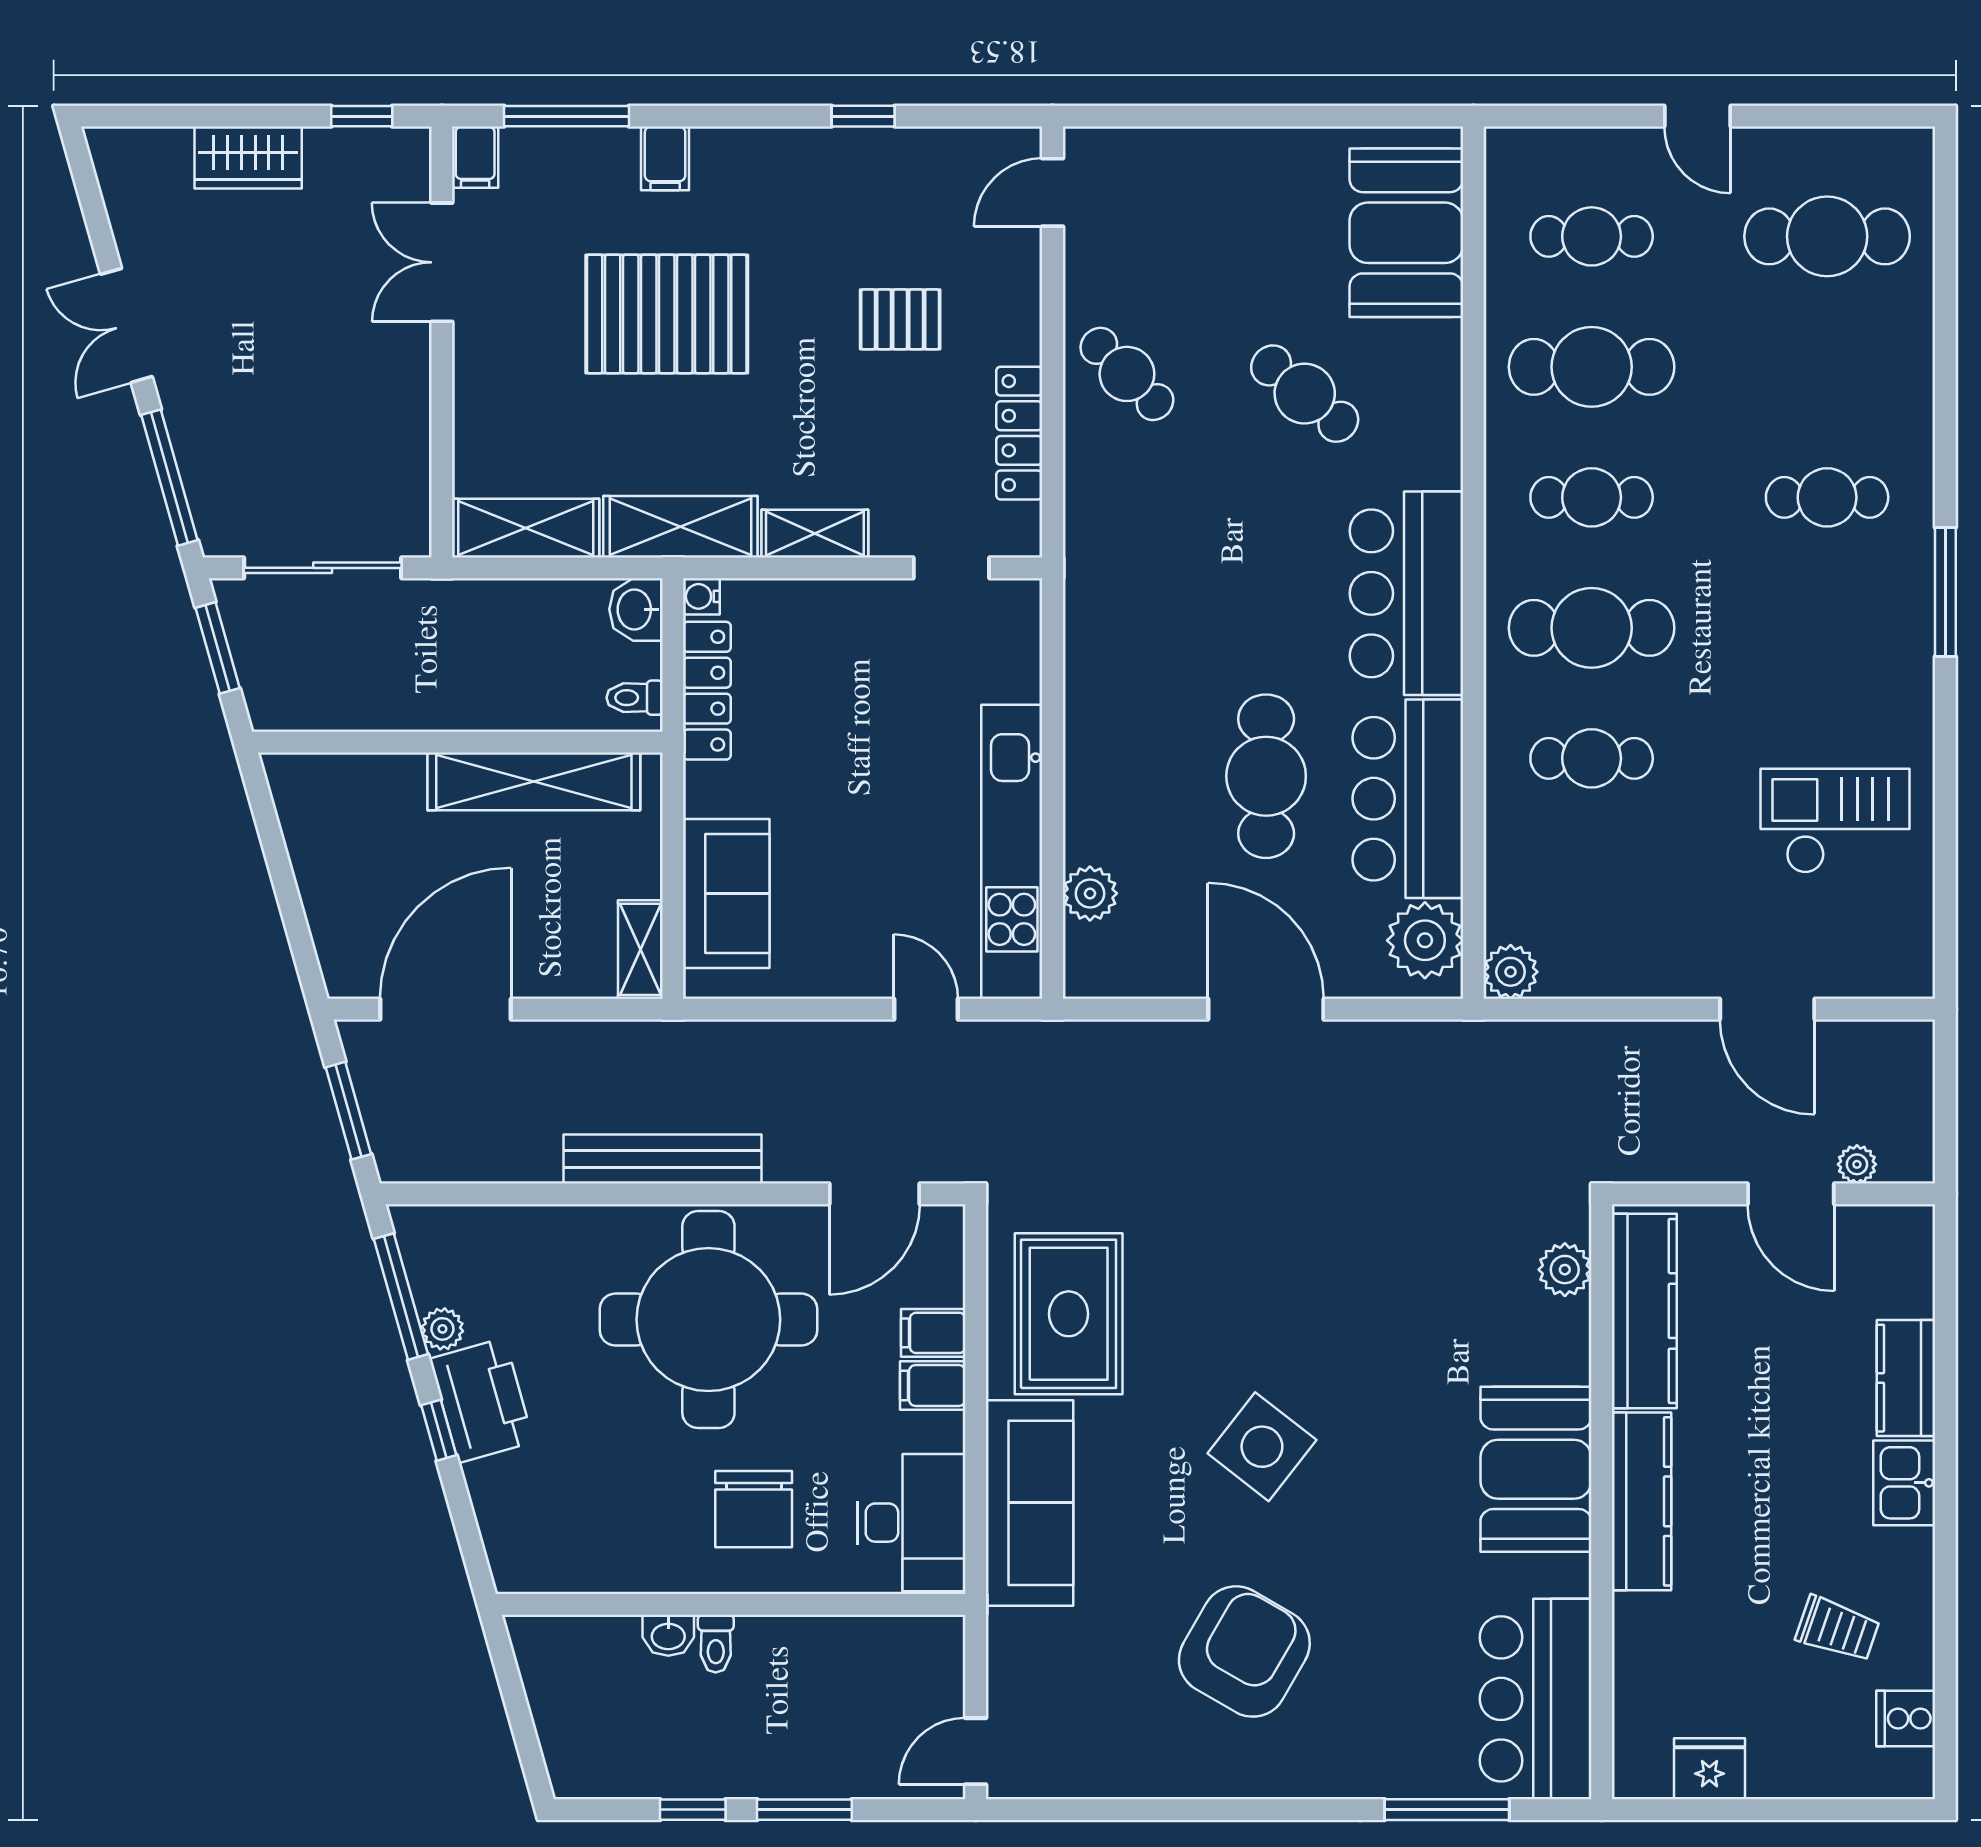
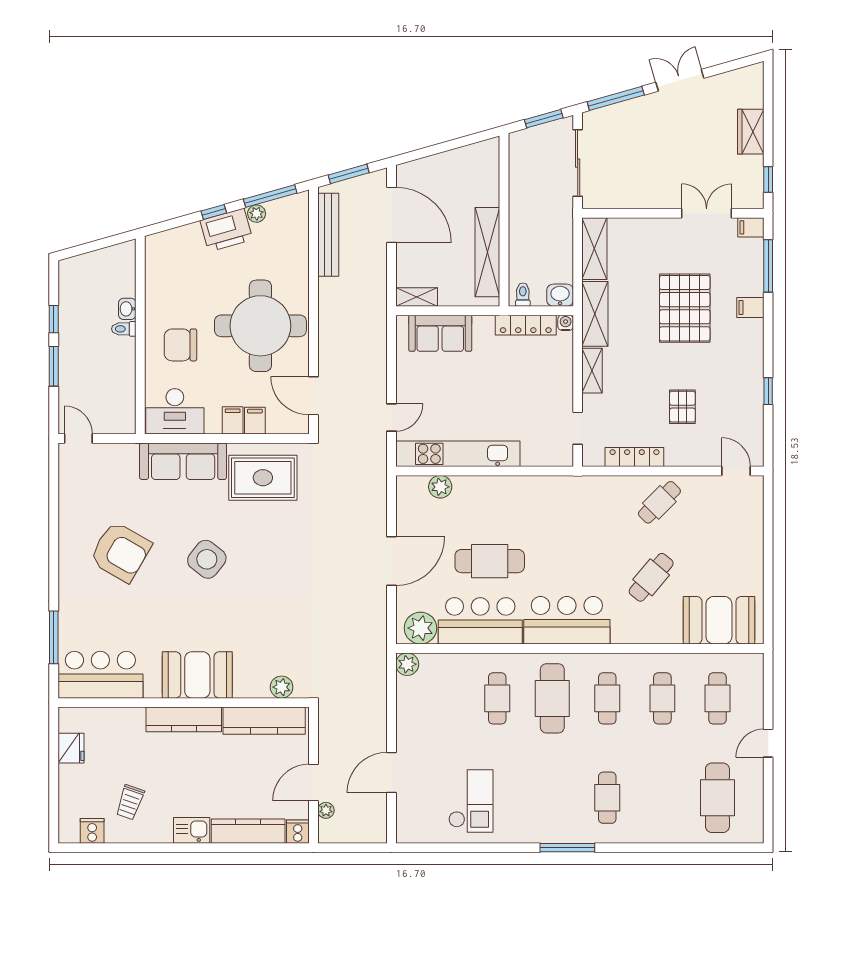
cafe table: (1592, 367) -> (662, 698), width x0.73, depth x0.74
bench: (663, 1159) -> (328, 235), moved
cooker: (1907, 1231) -> (298, 832), added
kitchen counter: (1906, 1378) -> (248, 831), width x1.50

